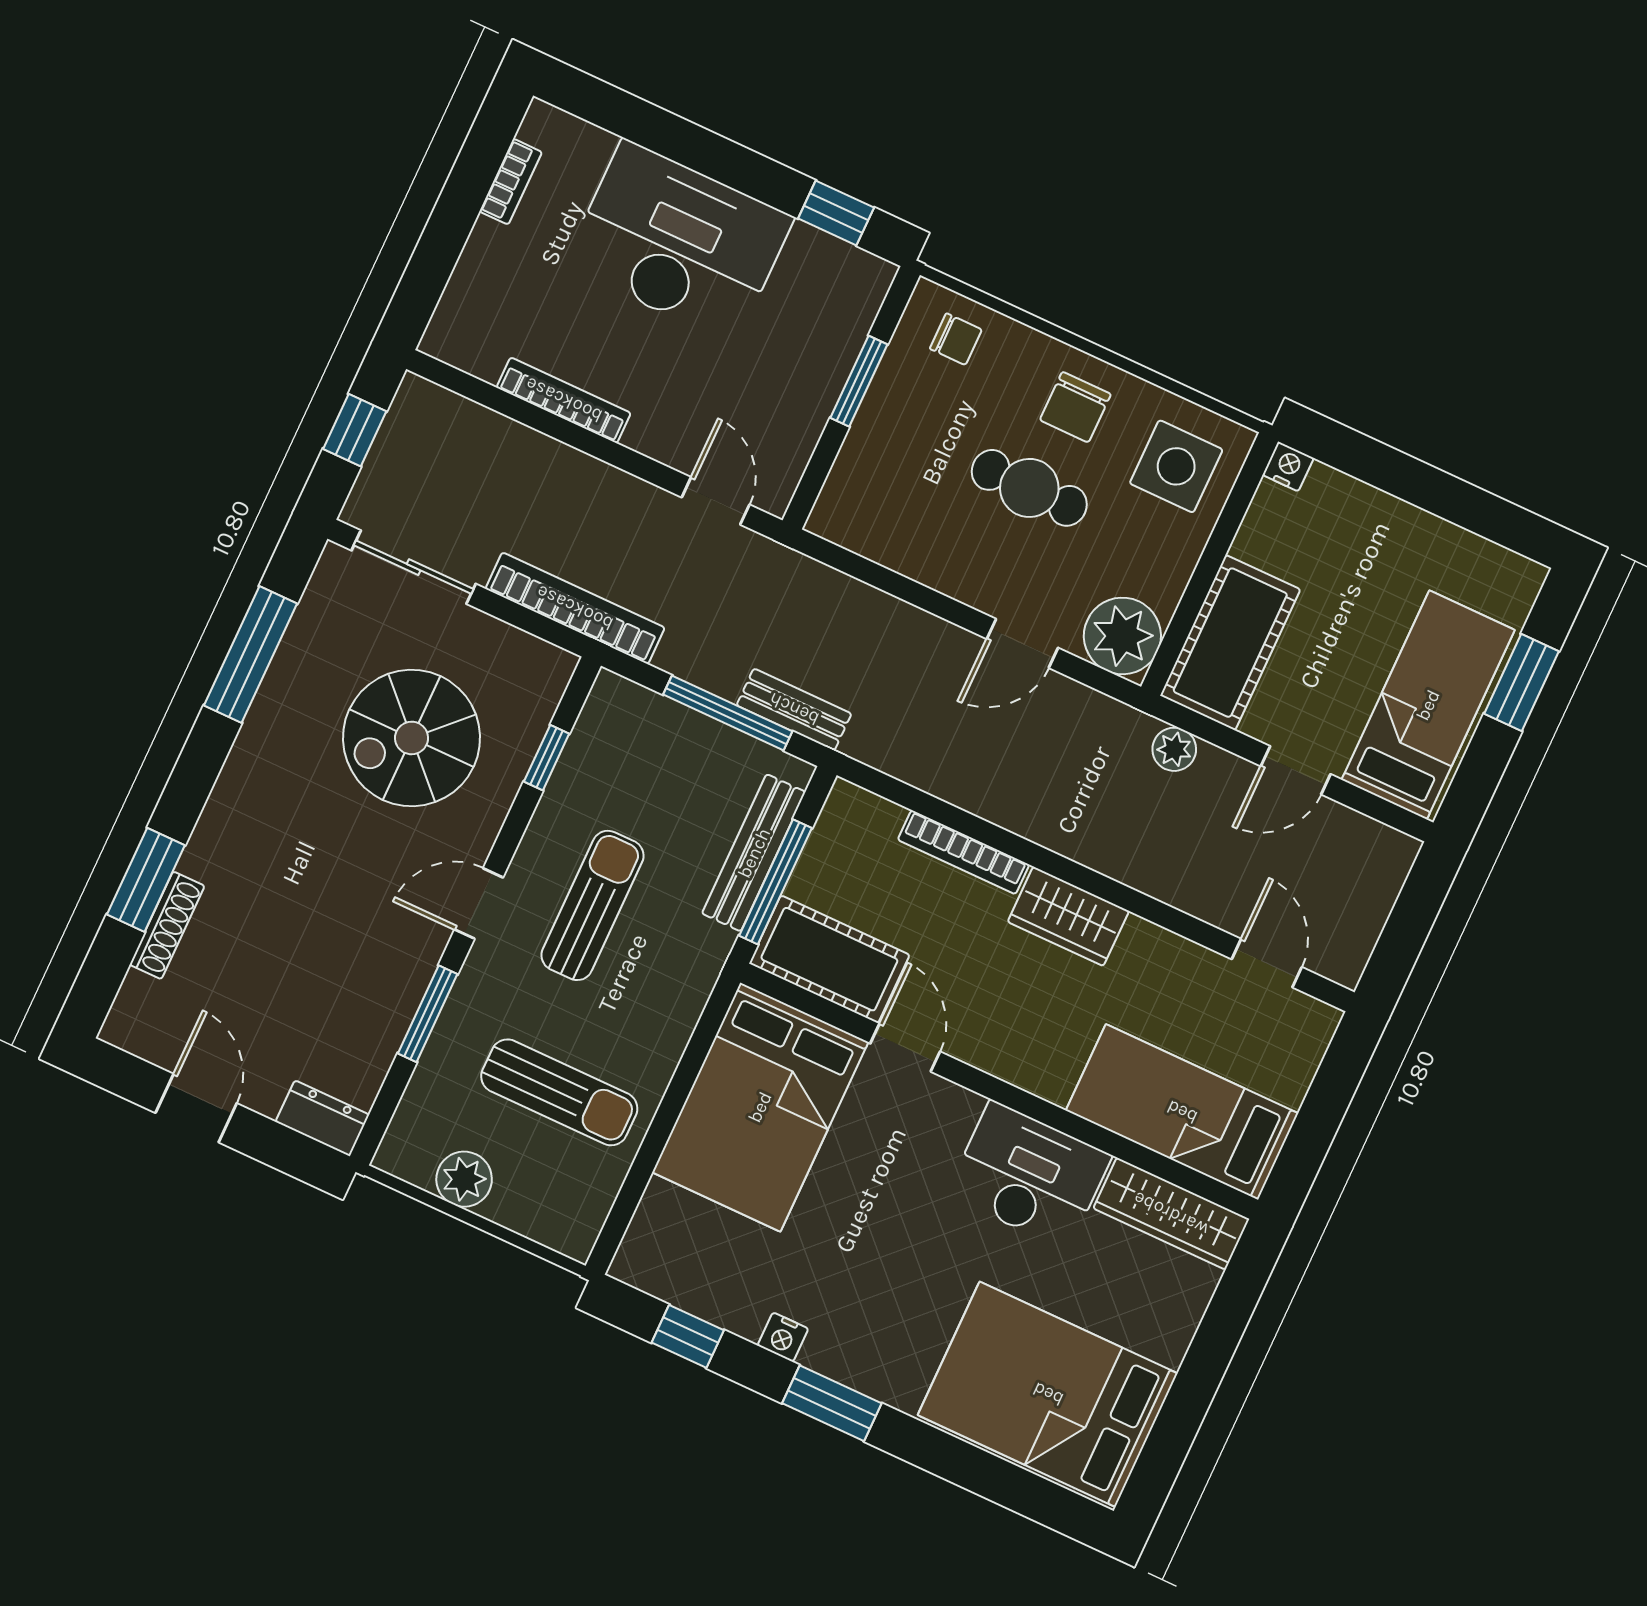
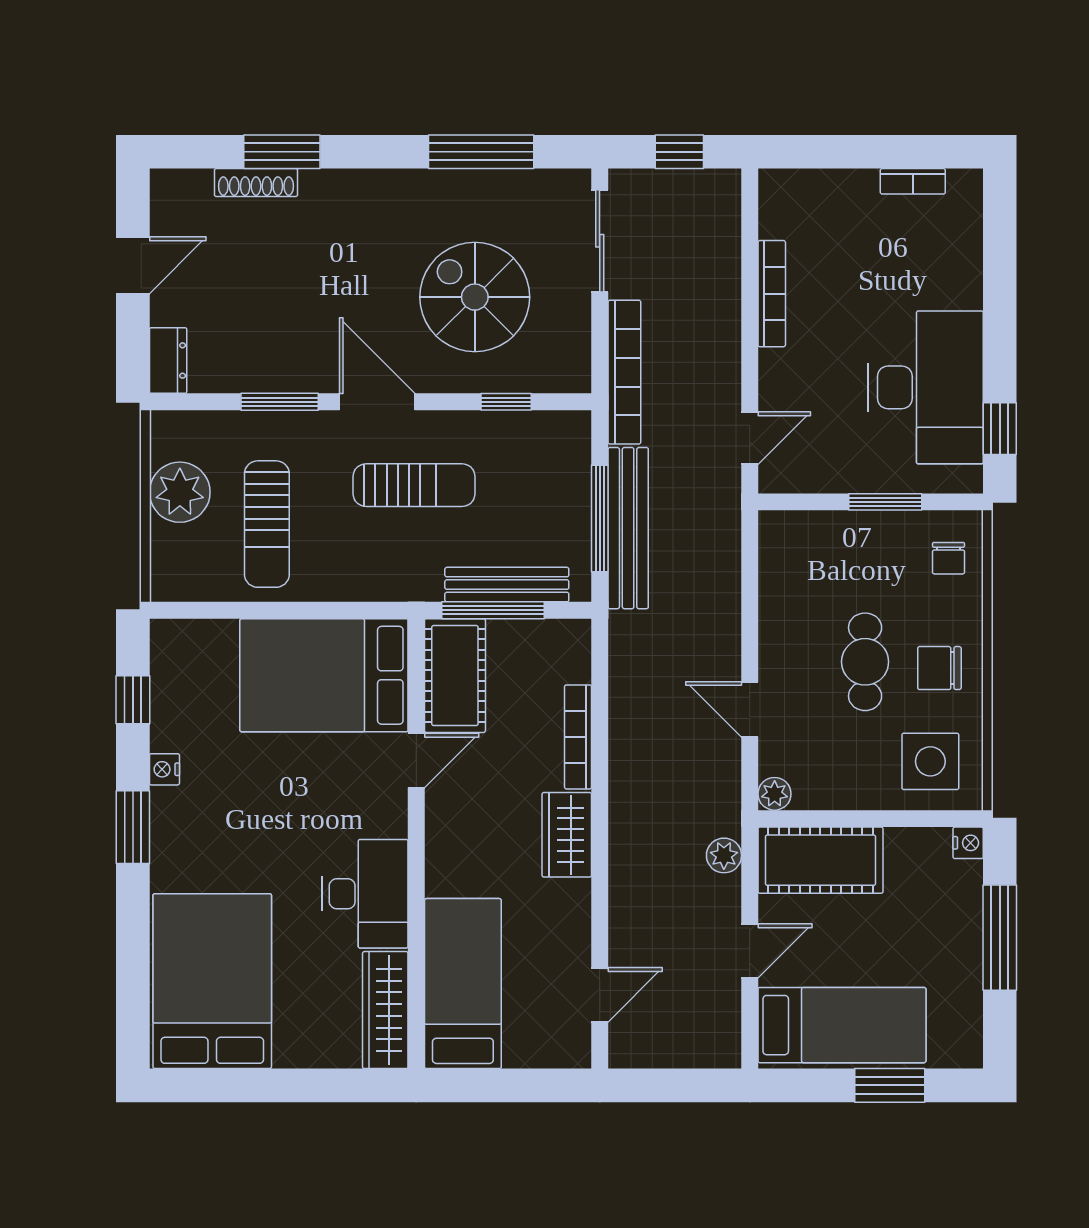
desk: (679, 242) -> (926, 387), moved
window: (1412, 480) -> (1000, 938), added
plant: (1122, 636) -> (775, 794), width x0.53, depth x0.53
bench: (794, 709) -> (628, 528), width x1.86, depth x1.21
door: (1296, 770) -> (750, 951), swing flipped
door: (479, 904) -> (377, 402), width x1.38
plant: (464, 1179) -> (180, 492), width x1.36, depth x1.36

